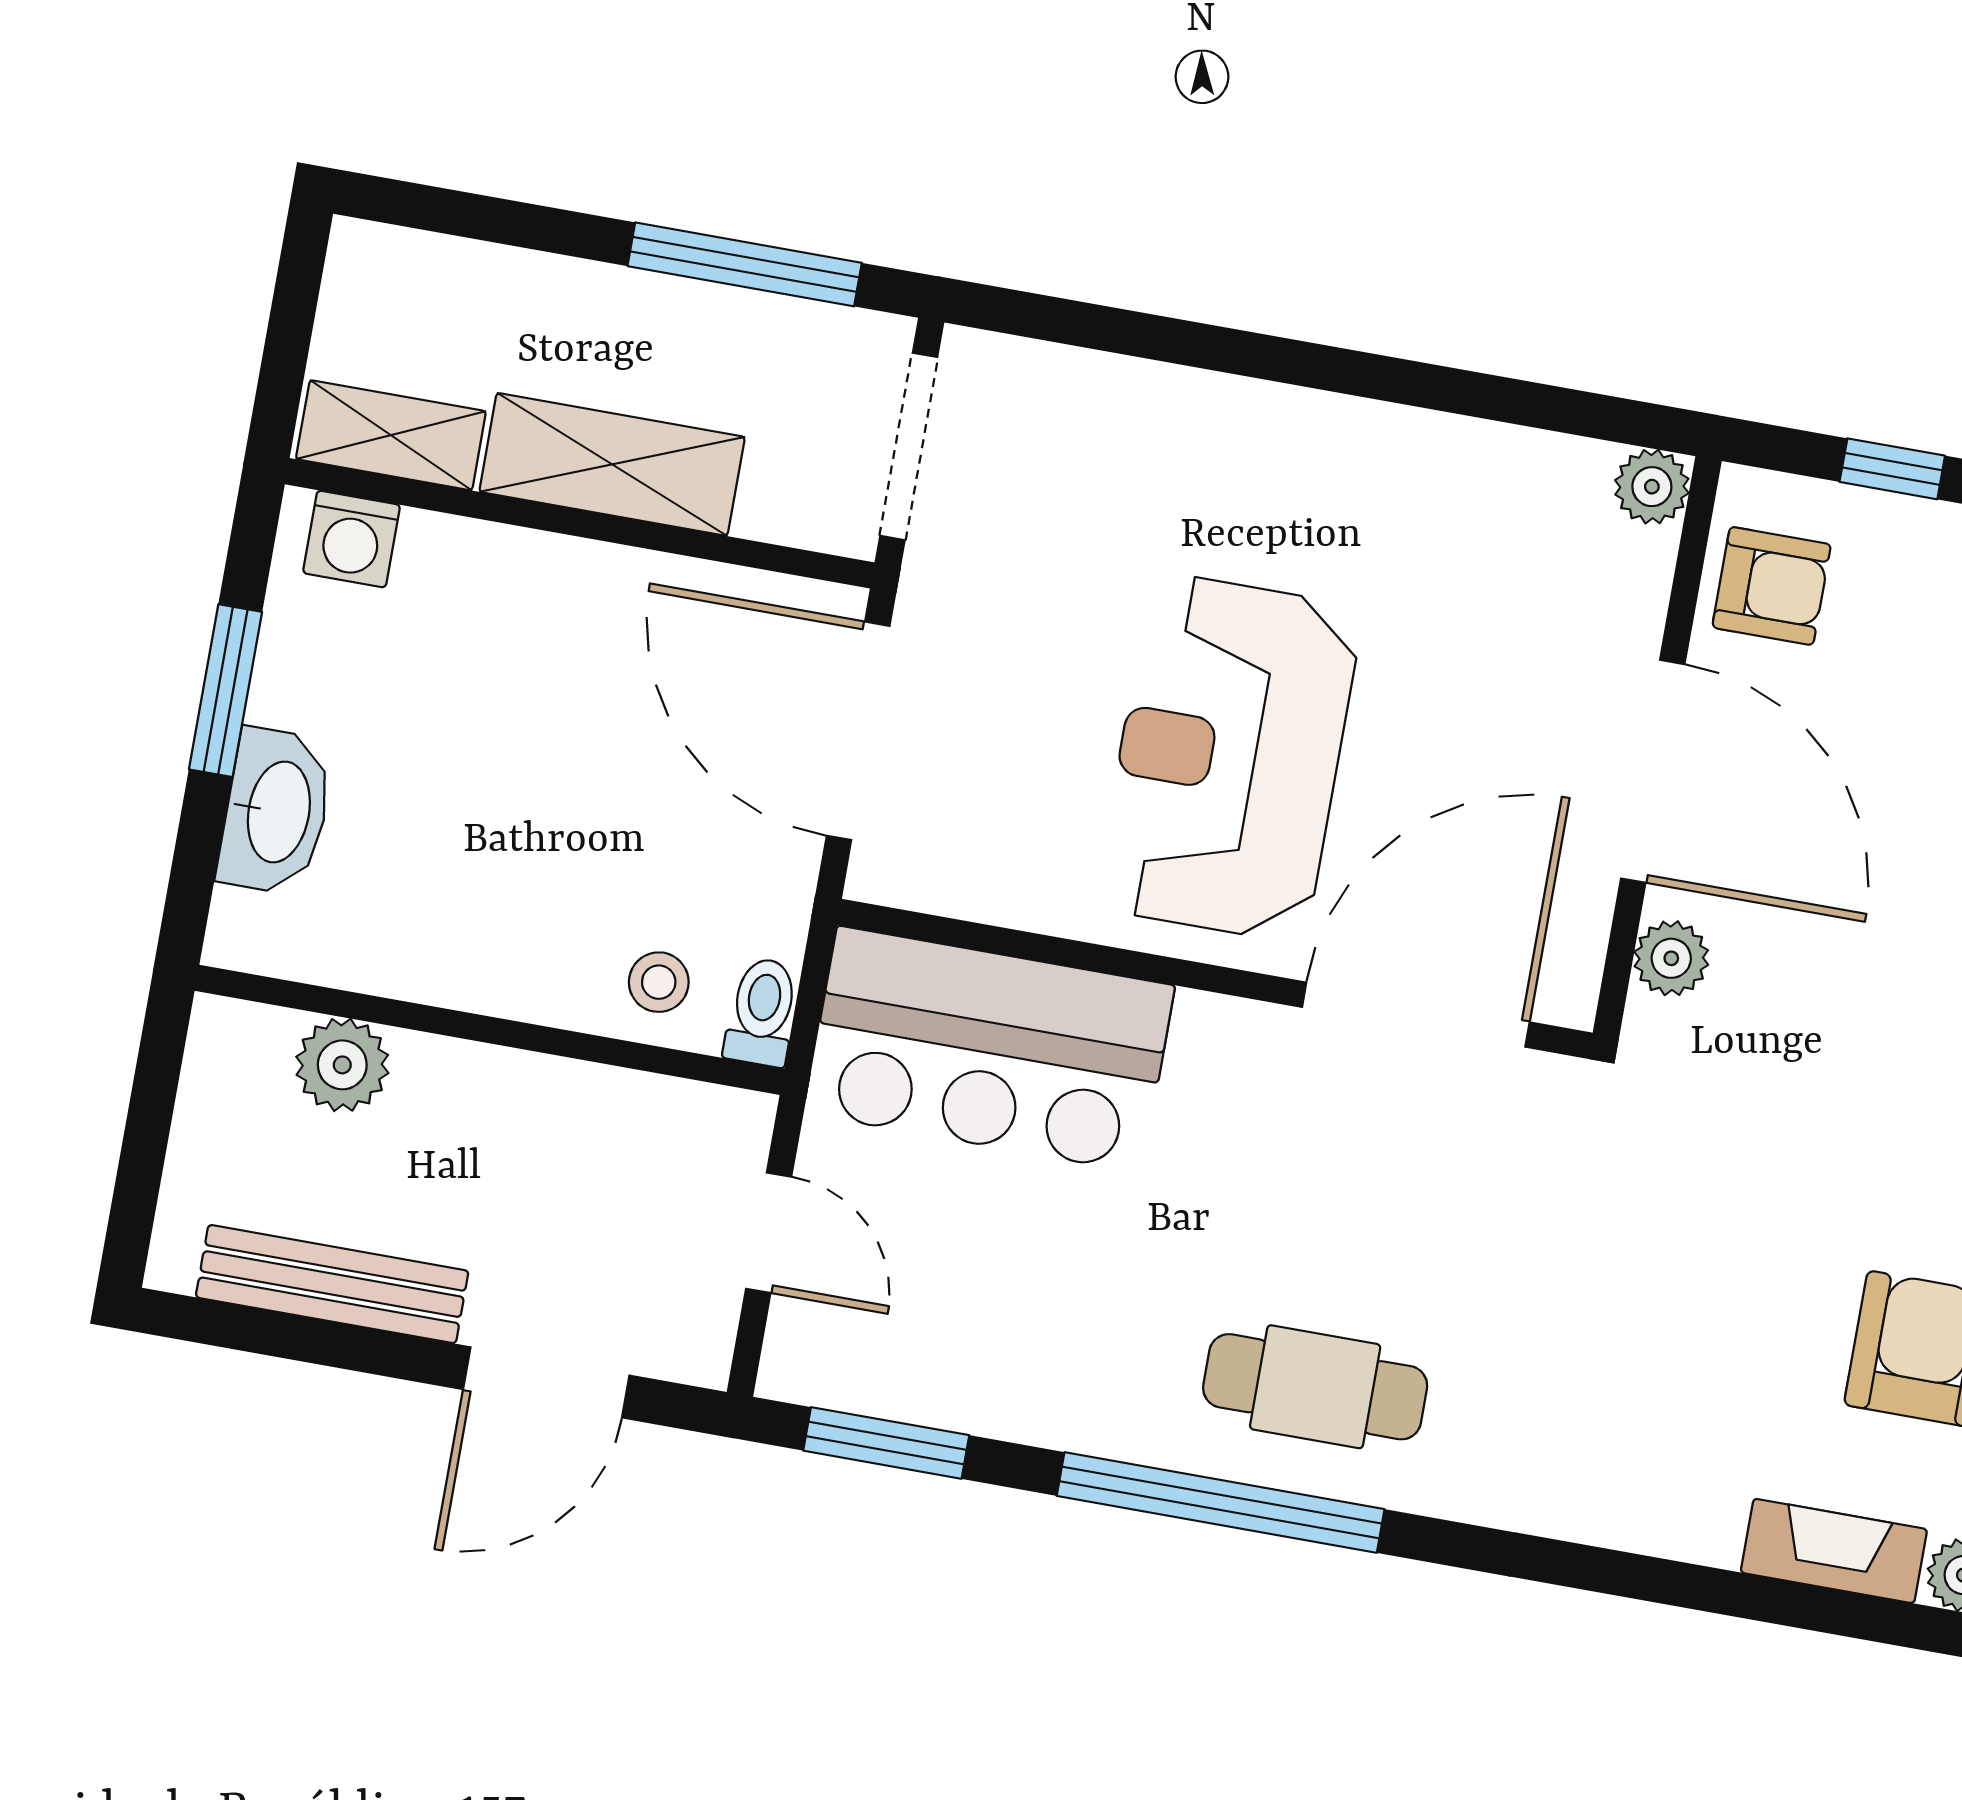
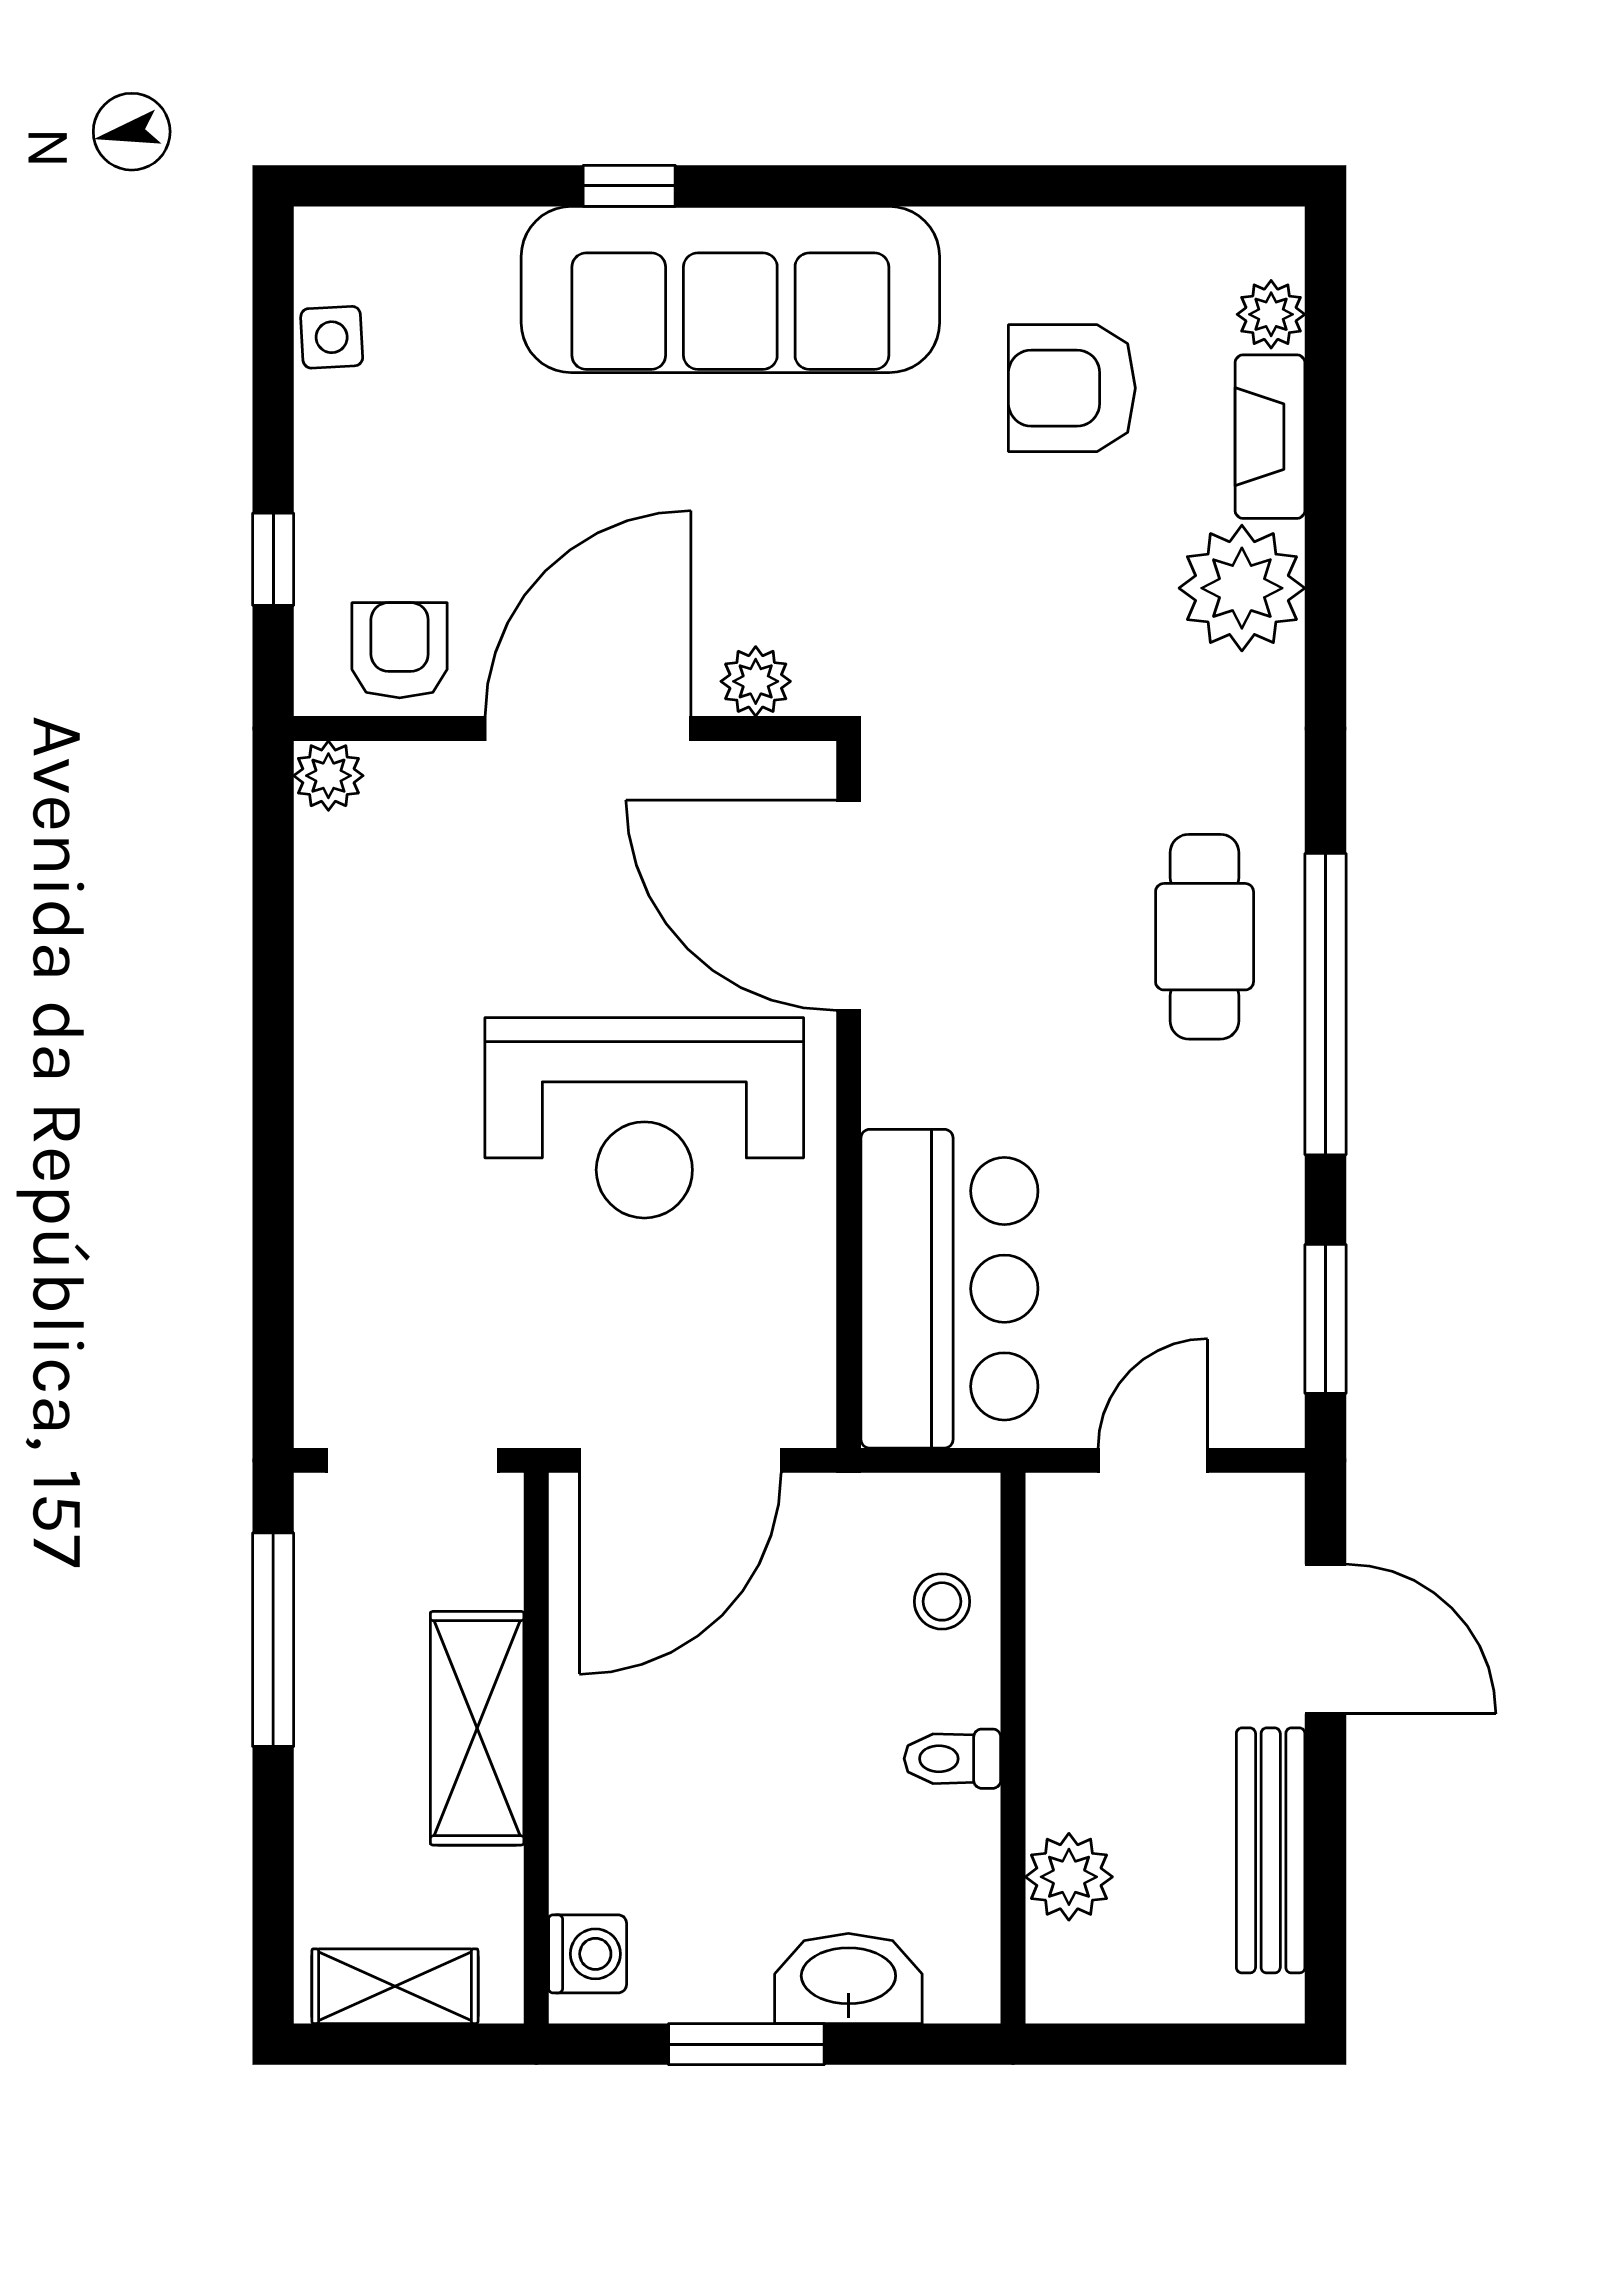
shelving: (391, 435) -> (395, 1986), moved, turned 90
toilet: (762, 1012) -> (952, 1759), moved
plant: (1678, 1492) -> (1242, 588), added

